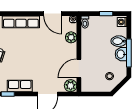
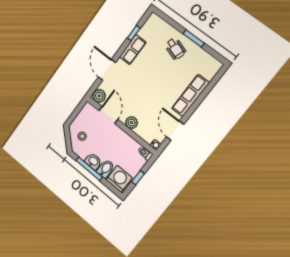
door: (53, 14) -> (175, 131), hinge flipped
washing machine: (122, 22) -> (119, 179), width x1.89, depth x1.89
plant: (71, 37) -> (132, 123), moved

